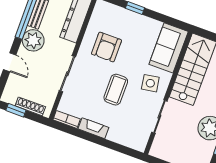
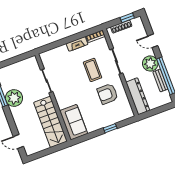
armchair: (107, 47) -> (108, 94), turned -90
side table: (150, 83) -> (67, 95), removed
coffee table: (116, 90) -> (93, 70), moved

